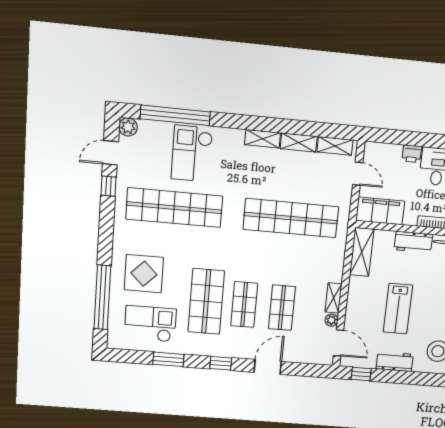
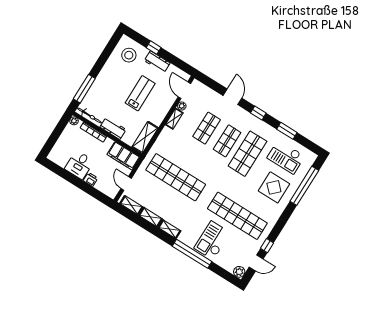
window: (175, 115) -> (192, 254), moved
checkout: (192, 154) -> (212, 240), turned 180
door: (268, 367) -> (232, 97), swing flipped
window: (361, 374) -> (154, 48), moved

